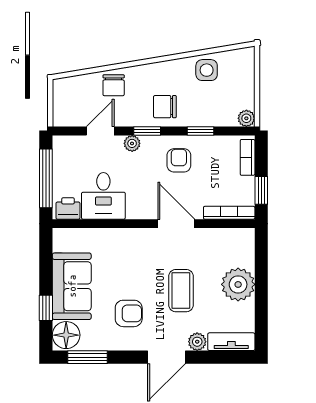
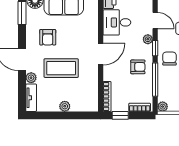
window: (201, 131) -> (155, 80), width x2.17
door: (176, 224) -> (101, 54), moved
plant: (238, 284) -> (65, 106), width x0.53, depth x0.53
coffee table: (181, 291) -> (61, 68), width x1.36, depth x1.32

